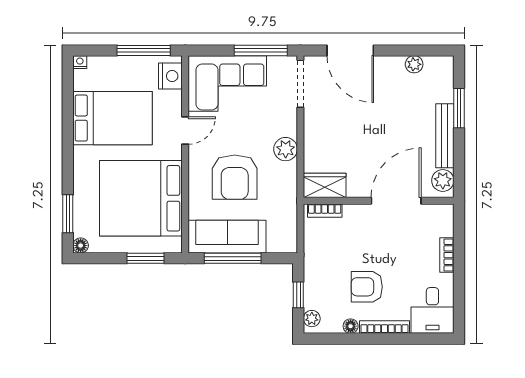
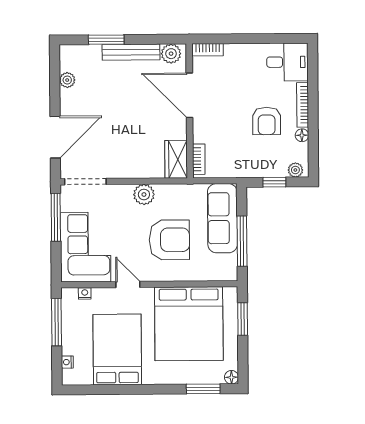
nightstand: (80, 62) -> (67, 362), moved
nightstand: (170, 76) -> (85, 293), width x0.53, depth x0.56
sofa: (227, 237) -> (222, 218), moved
bookcase: (447, 255) -> (208, 50), moved

